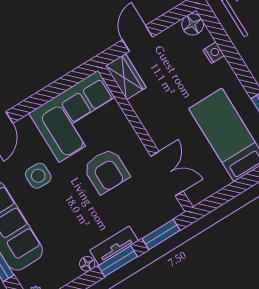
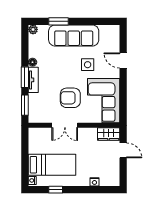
floor lamp: (193, 24) -> (114, 180), removed
double door: (167, 174) -> (65, 125), moved

